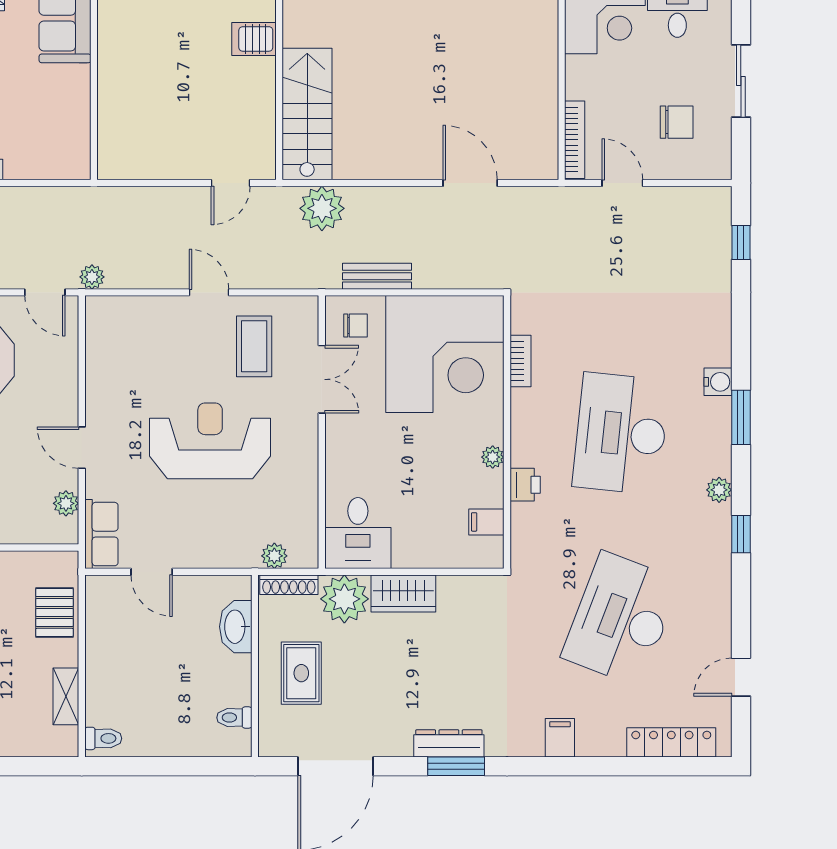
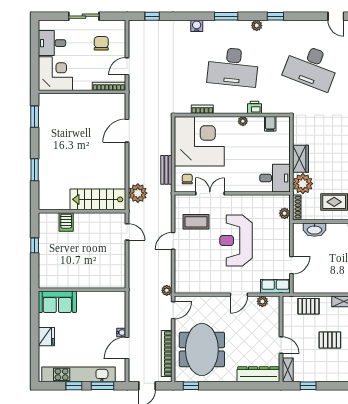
water cooler: (718, 382) -> (197, 26), moved

